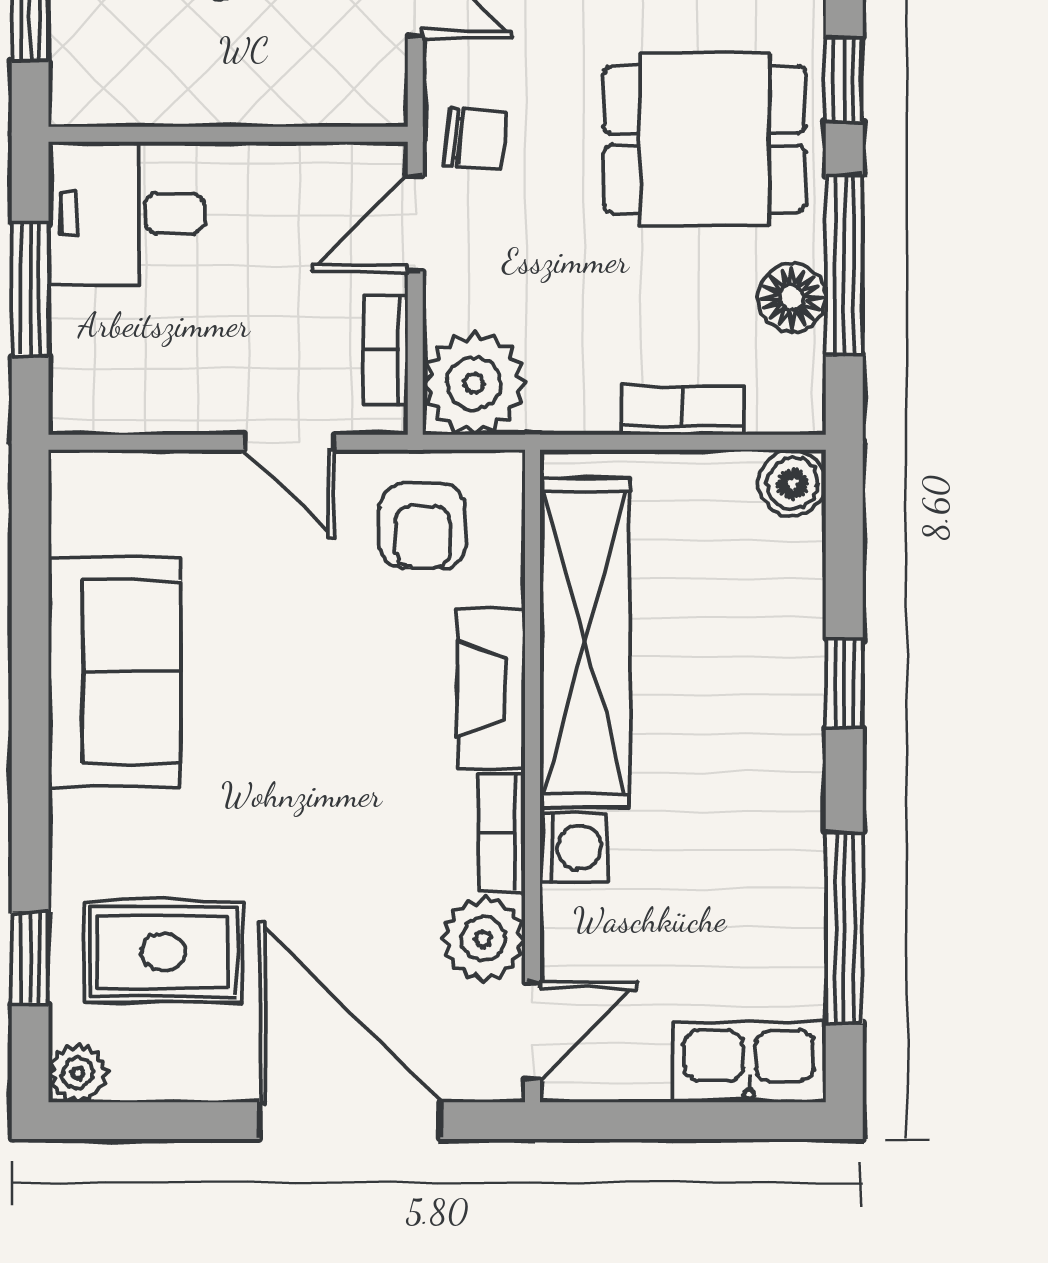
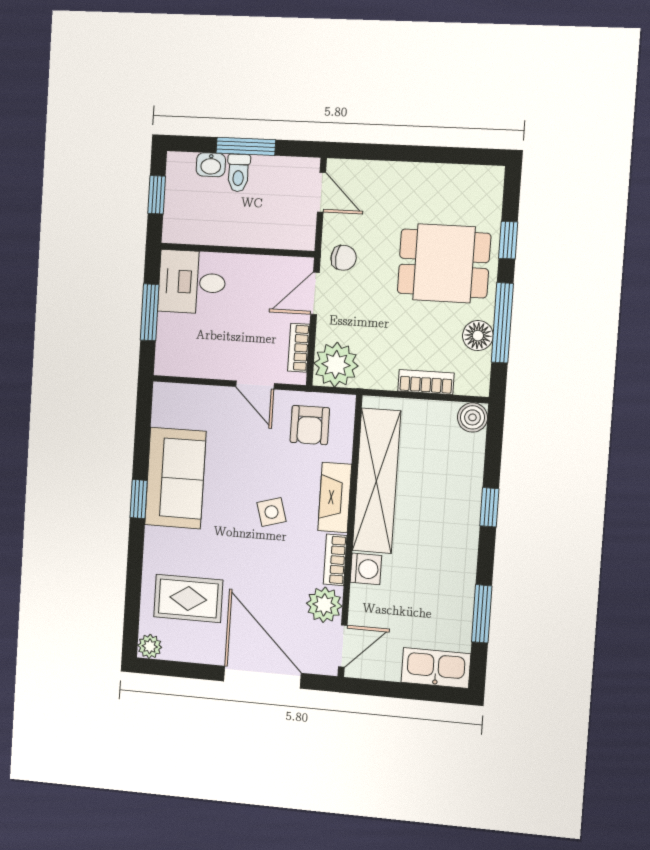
side table: (347, 734) -> (271, 512), added
window: (844, 928) -> (482, 614), width x0.69
window: (30, 958) -> (139, 499), moved

